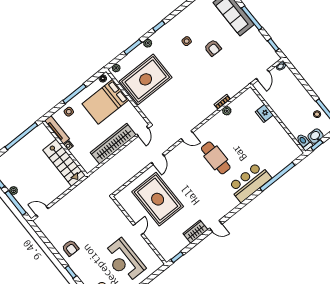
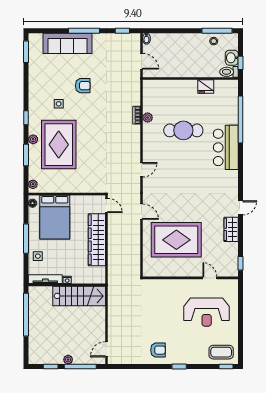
rug: (146, 79) -> (59, 145), moved
fridge: (264, 113) -> (206, 87), moved
cafe table: (216, 158) -> (183, 130), moved
door: (138, 229) -> (210, 278), moved

